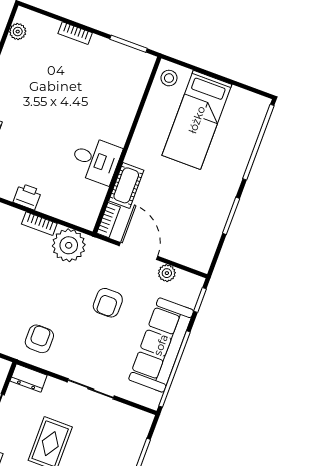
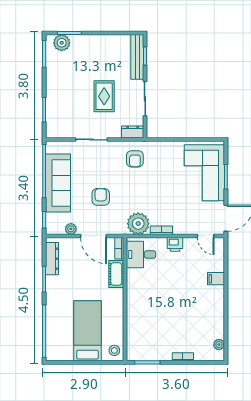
desk: (96, 160) -> (141, 254), moved
dresser: (209, 241) -> (52, 259), added

